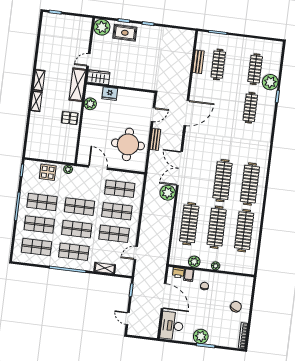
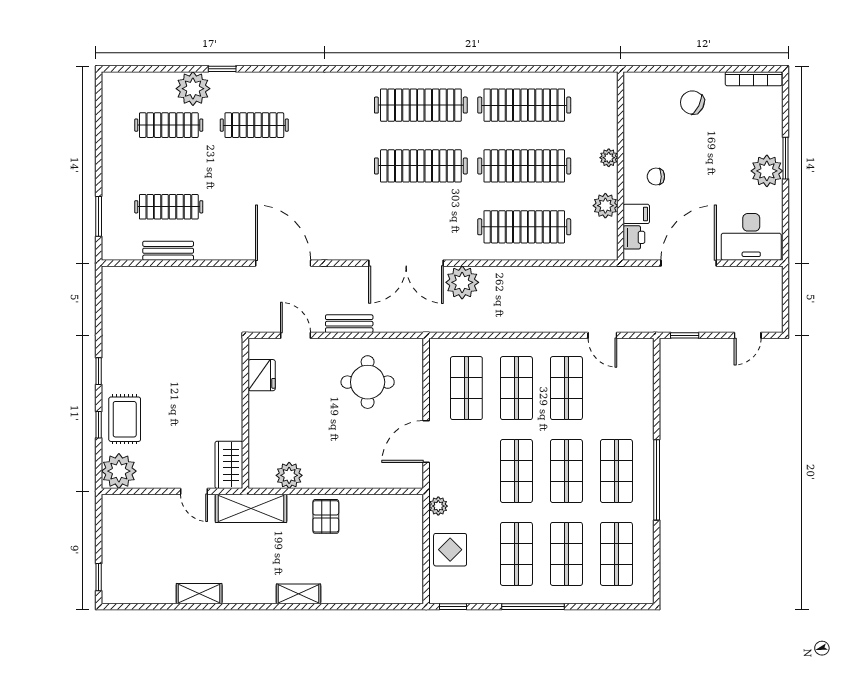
shelving: (39, 80) -> (199, 594), moved
fridge: (110, 94) -> (262, 375), moved
round table: (128, 144) -> (368, 382), width x0.73, depth x0.73
shelving: (105, 268) -> (644, 399), removed

